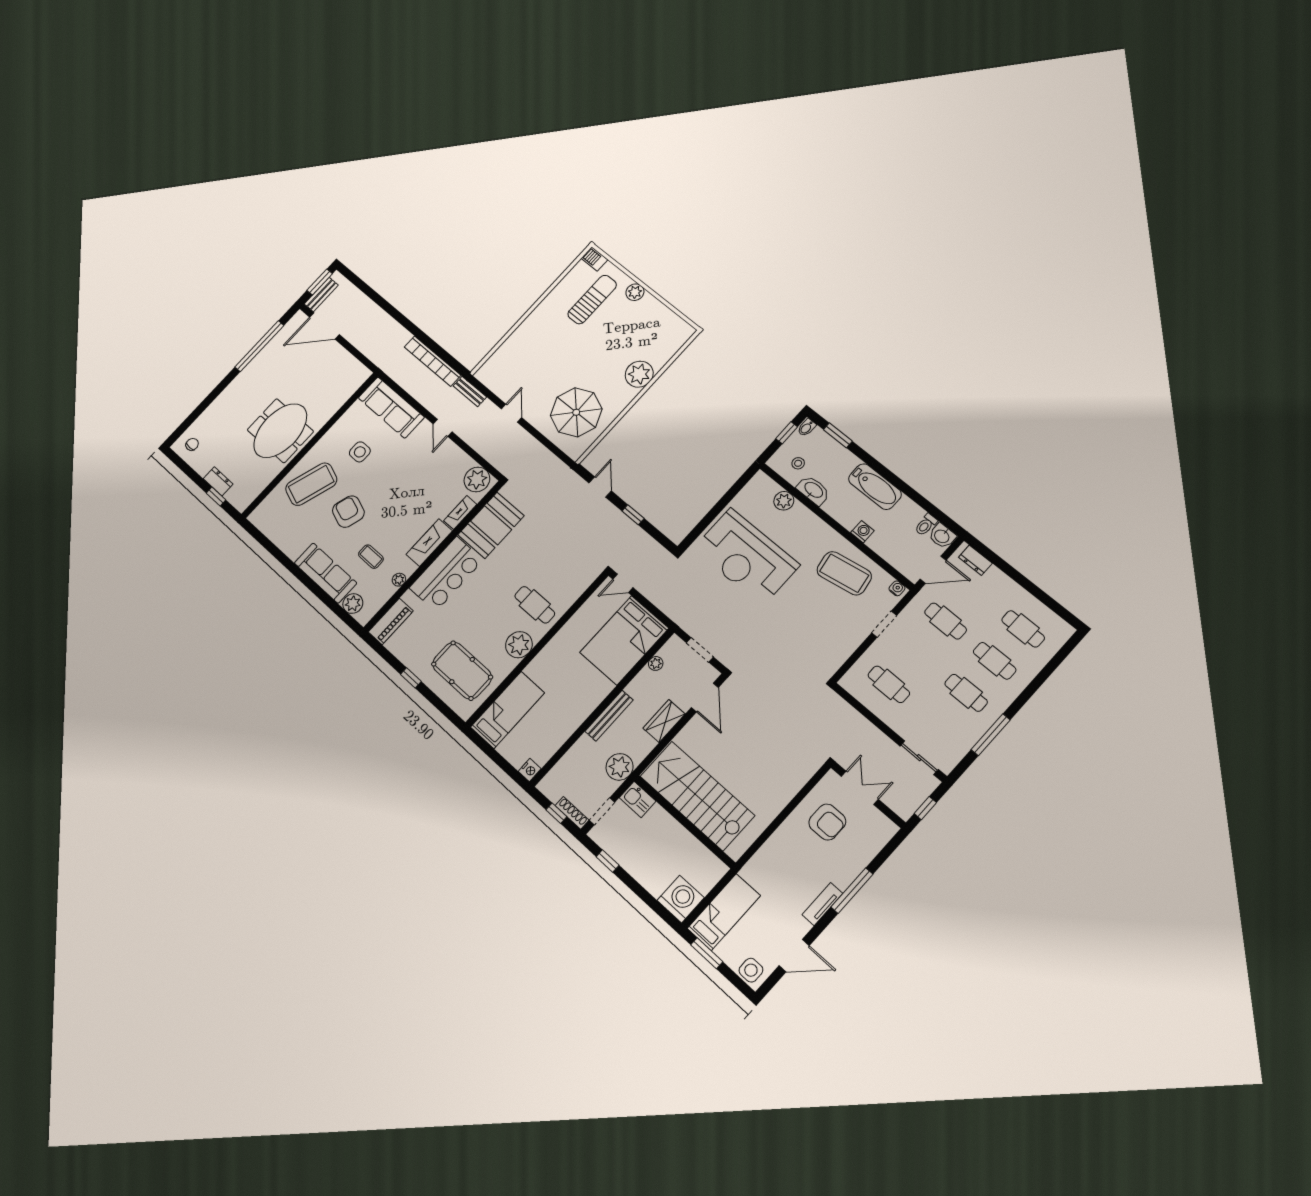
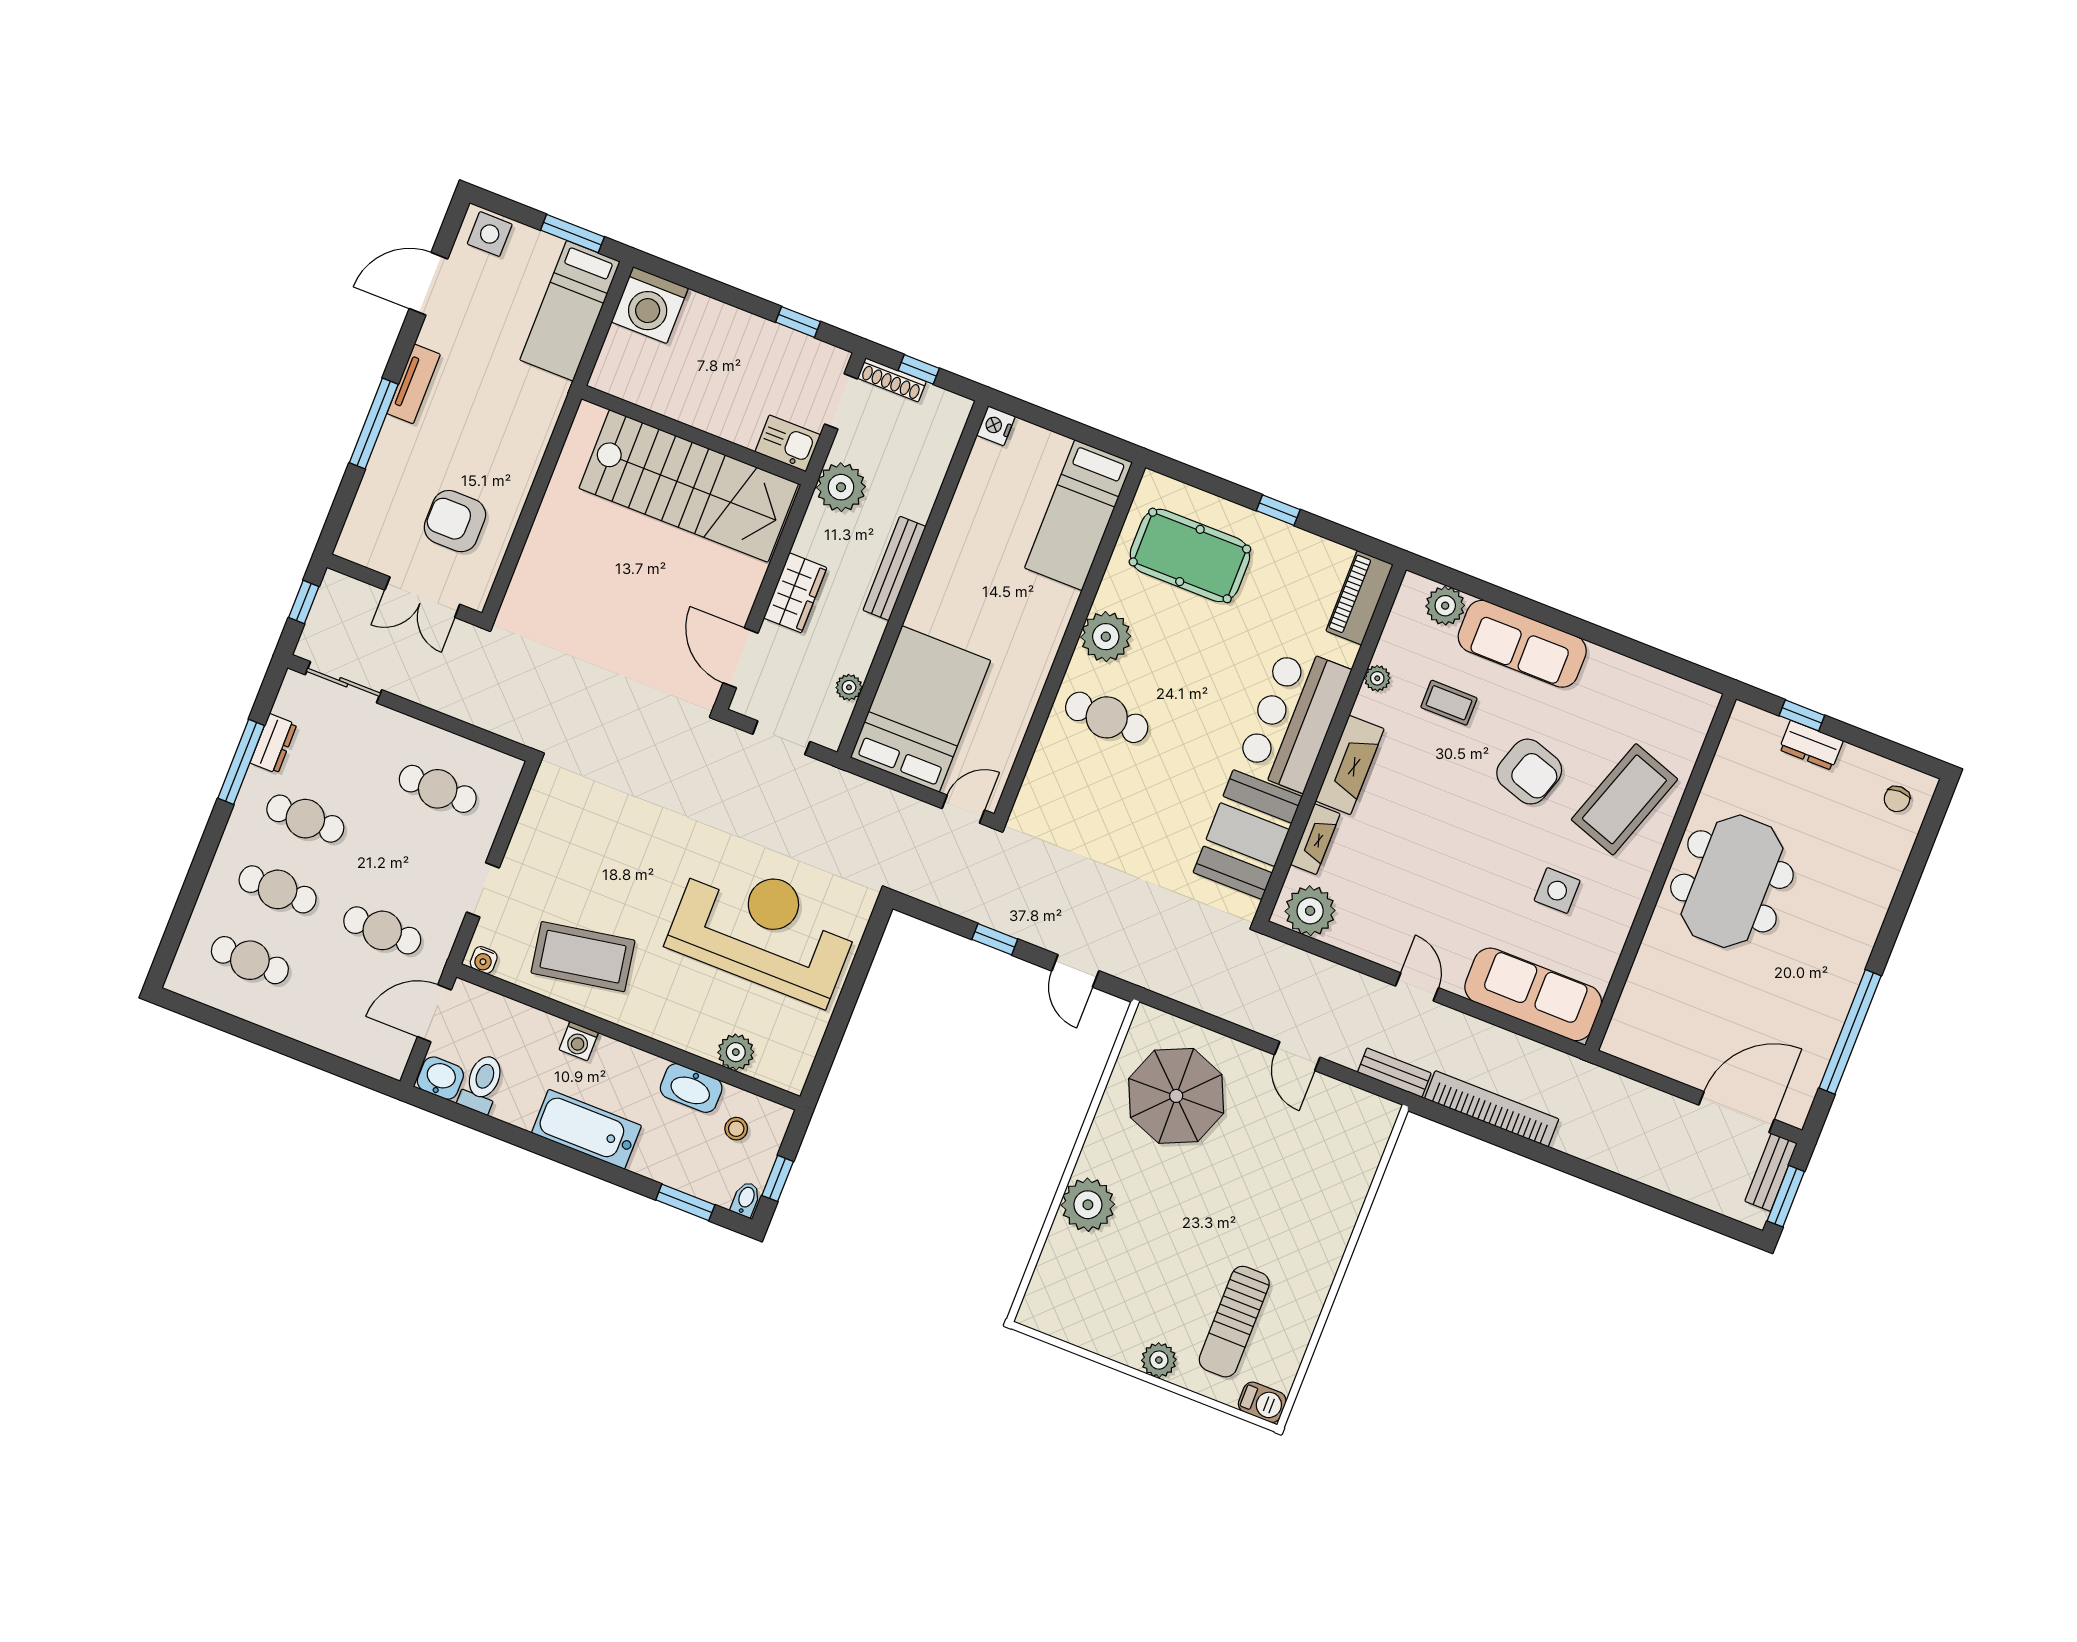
toilet: (926, 525) -> (482, 1084), width x1.37, depth x1.39
dresser: (975, 560) -> (273, 744), moved, turned 90

